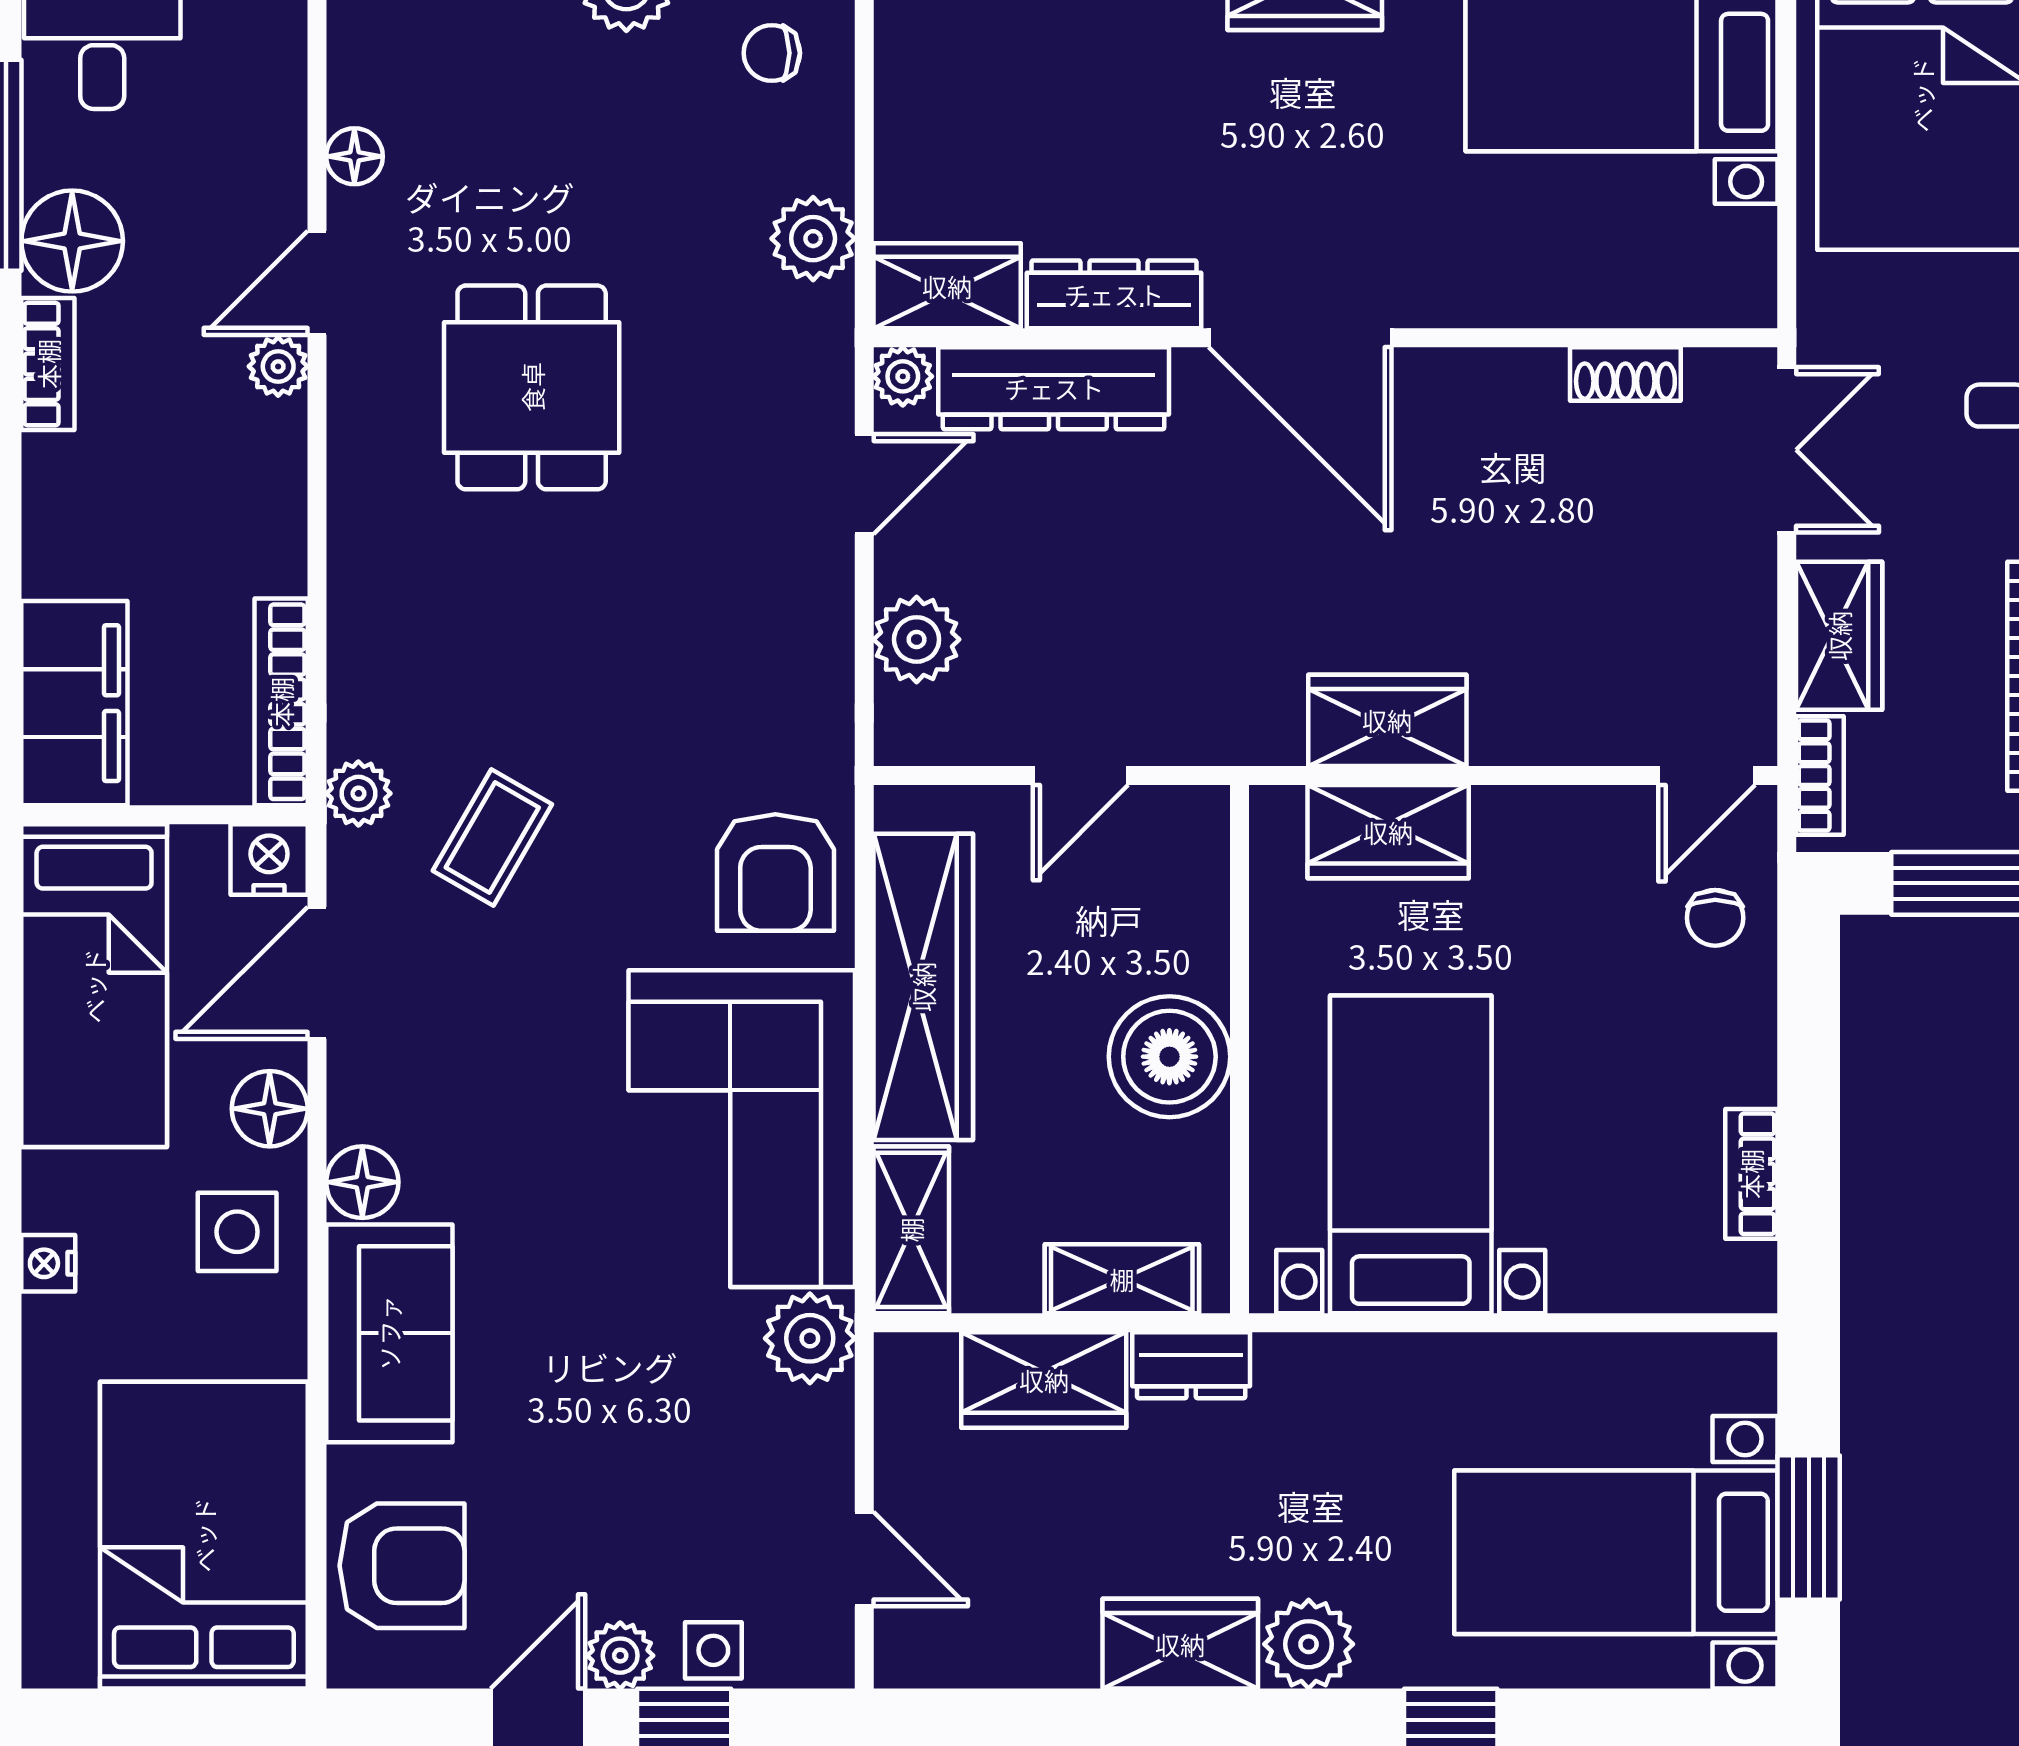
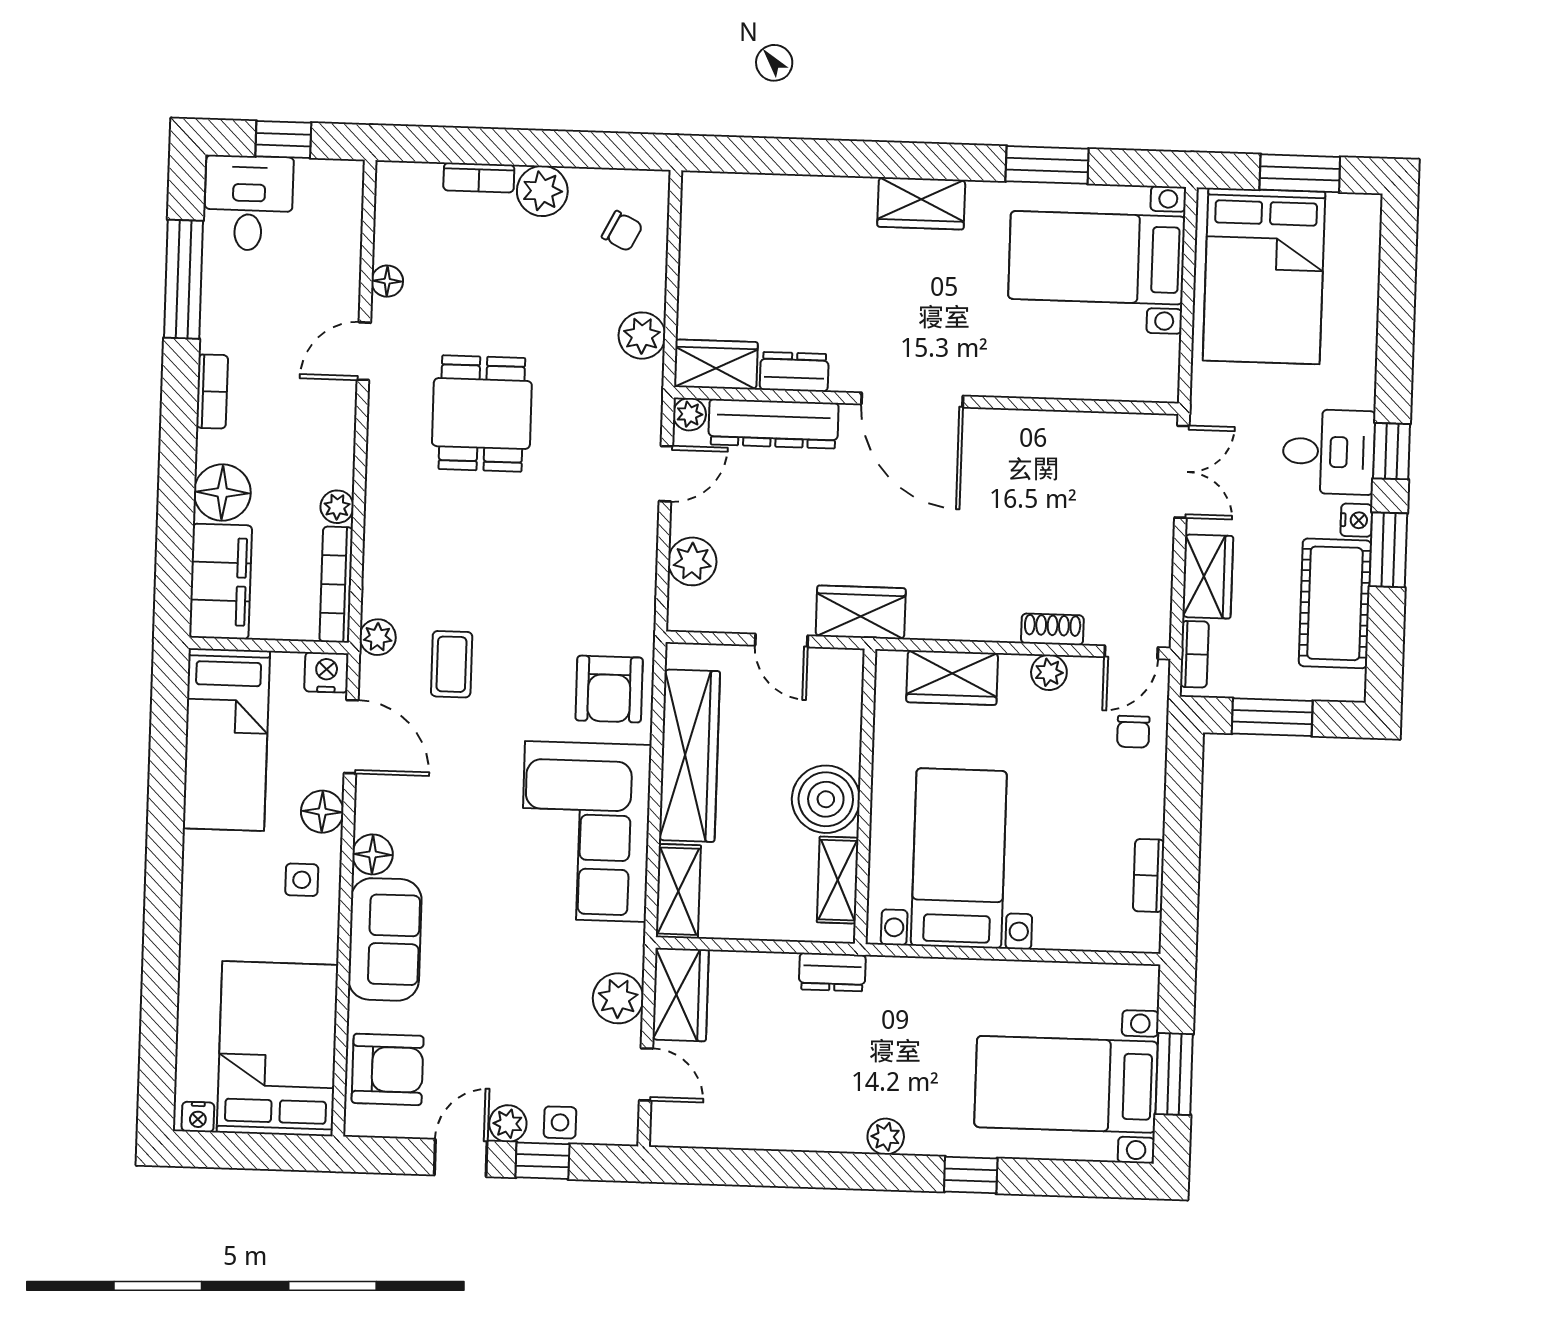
chair: (772, 53) -> (622, 231), turned -153
floor lamp: (72, 241) -> (222, 492), moved
dresser: (1114, 294) -> (794, 372), width x0.70
plant: (278, 366) -> (337, 507), moved
shoe rack: (1625, 374) -> (1052, 629), moved, turned 180
wardrobe: (1387, 720) -> (861, 612), moved
door: (1081, 776) -> (781, 641), hinge flipped
plant: (1561, 817) -> (1049, 672), added
coffee table: (492, 837) -> (452, 664), turned -30
door: (317, 973) -> (351, 737), swing flipped
side table: (237, 1232) -> (302, 880), width x0.73, depth x0.73
nightstand: (48, 1263) -> (198, 1117), moved, turned -90
shelving: (1122, 1279) -> (838, 880), moved, turned 90
plant: (810, 1338) -> (618, 998), moved
wardrobe: (1044, 1380) -> (681, 995), moved, turned -90
wardrobe: (1180, 1644) -> (821, 1127), removed
plant: (1309, 1644) -> (886, 1137), width x0.73, depth x0.73

